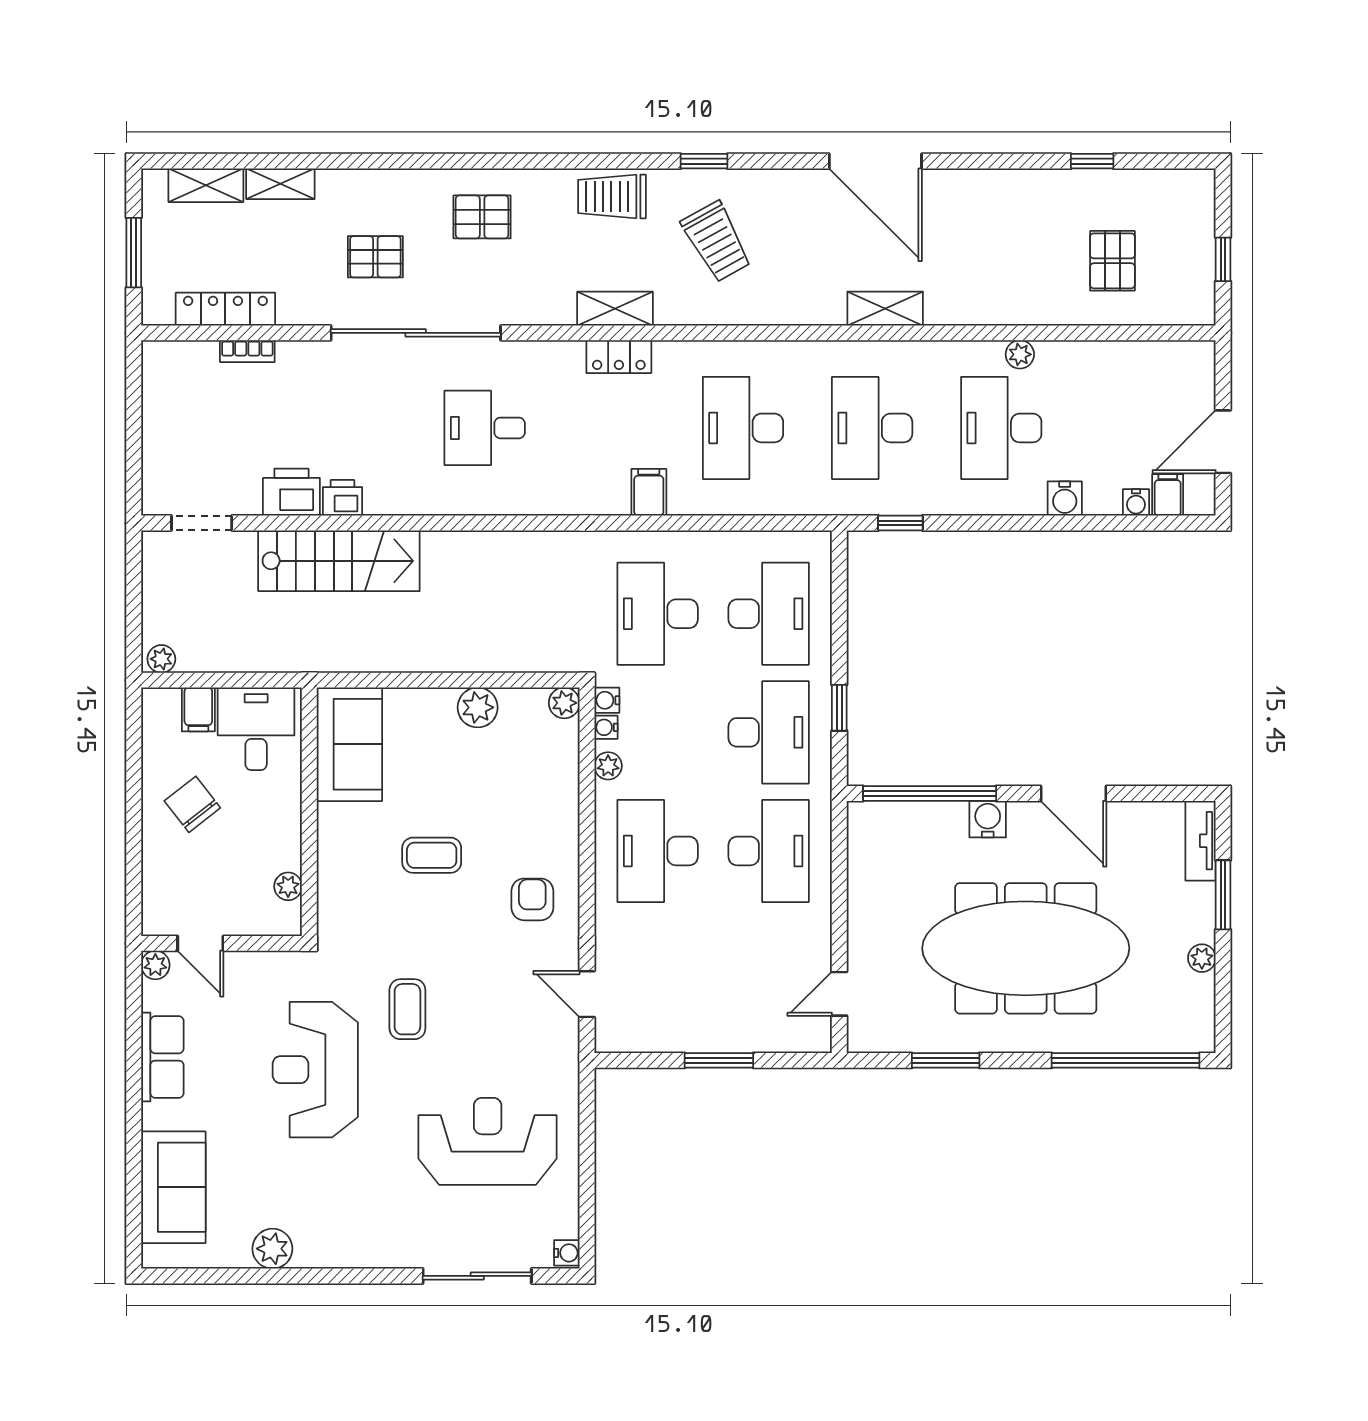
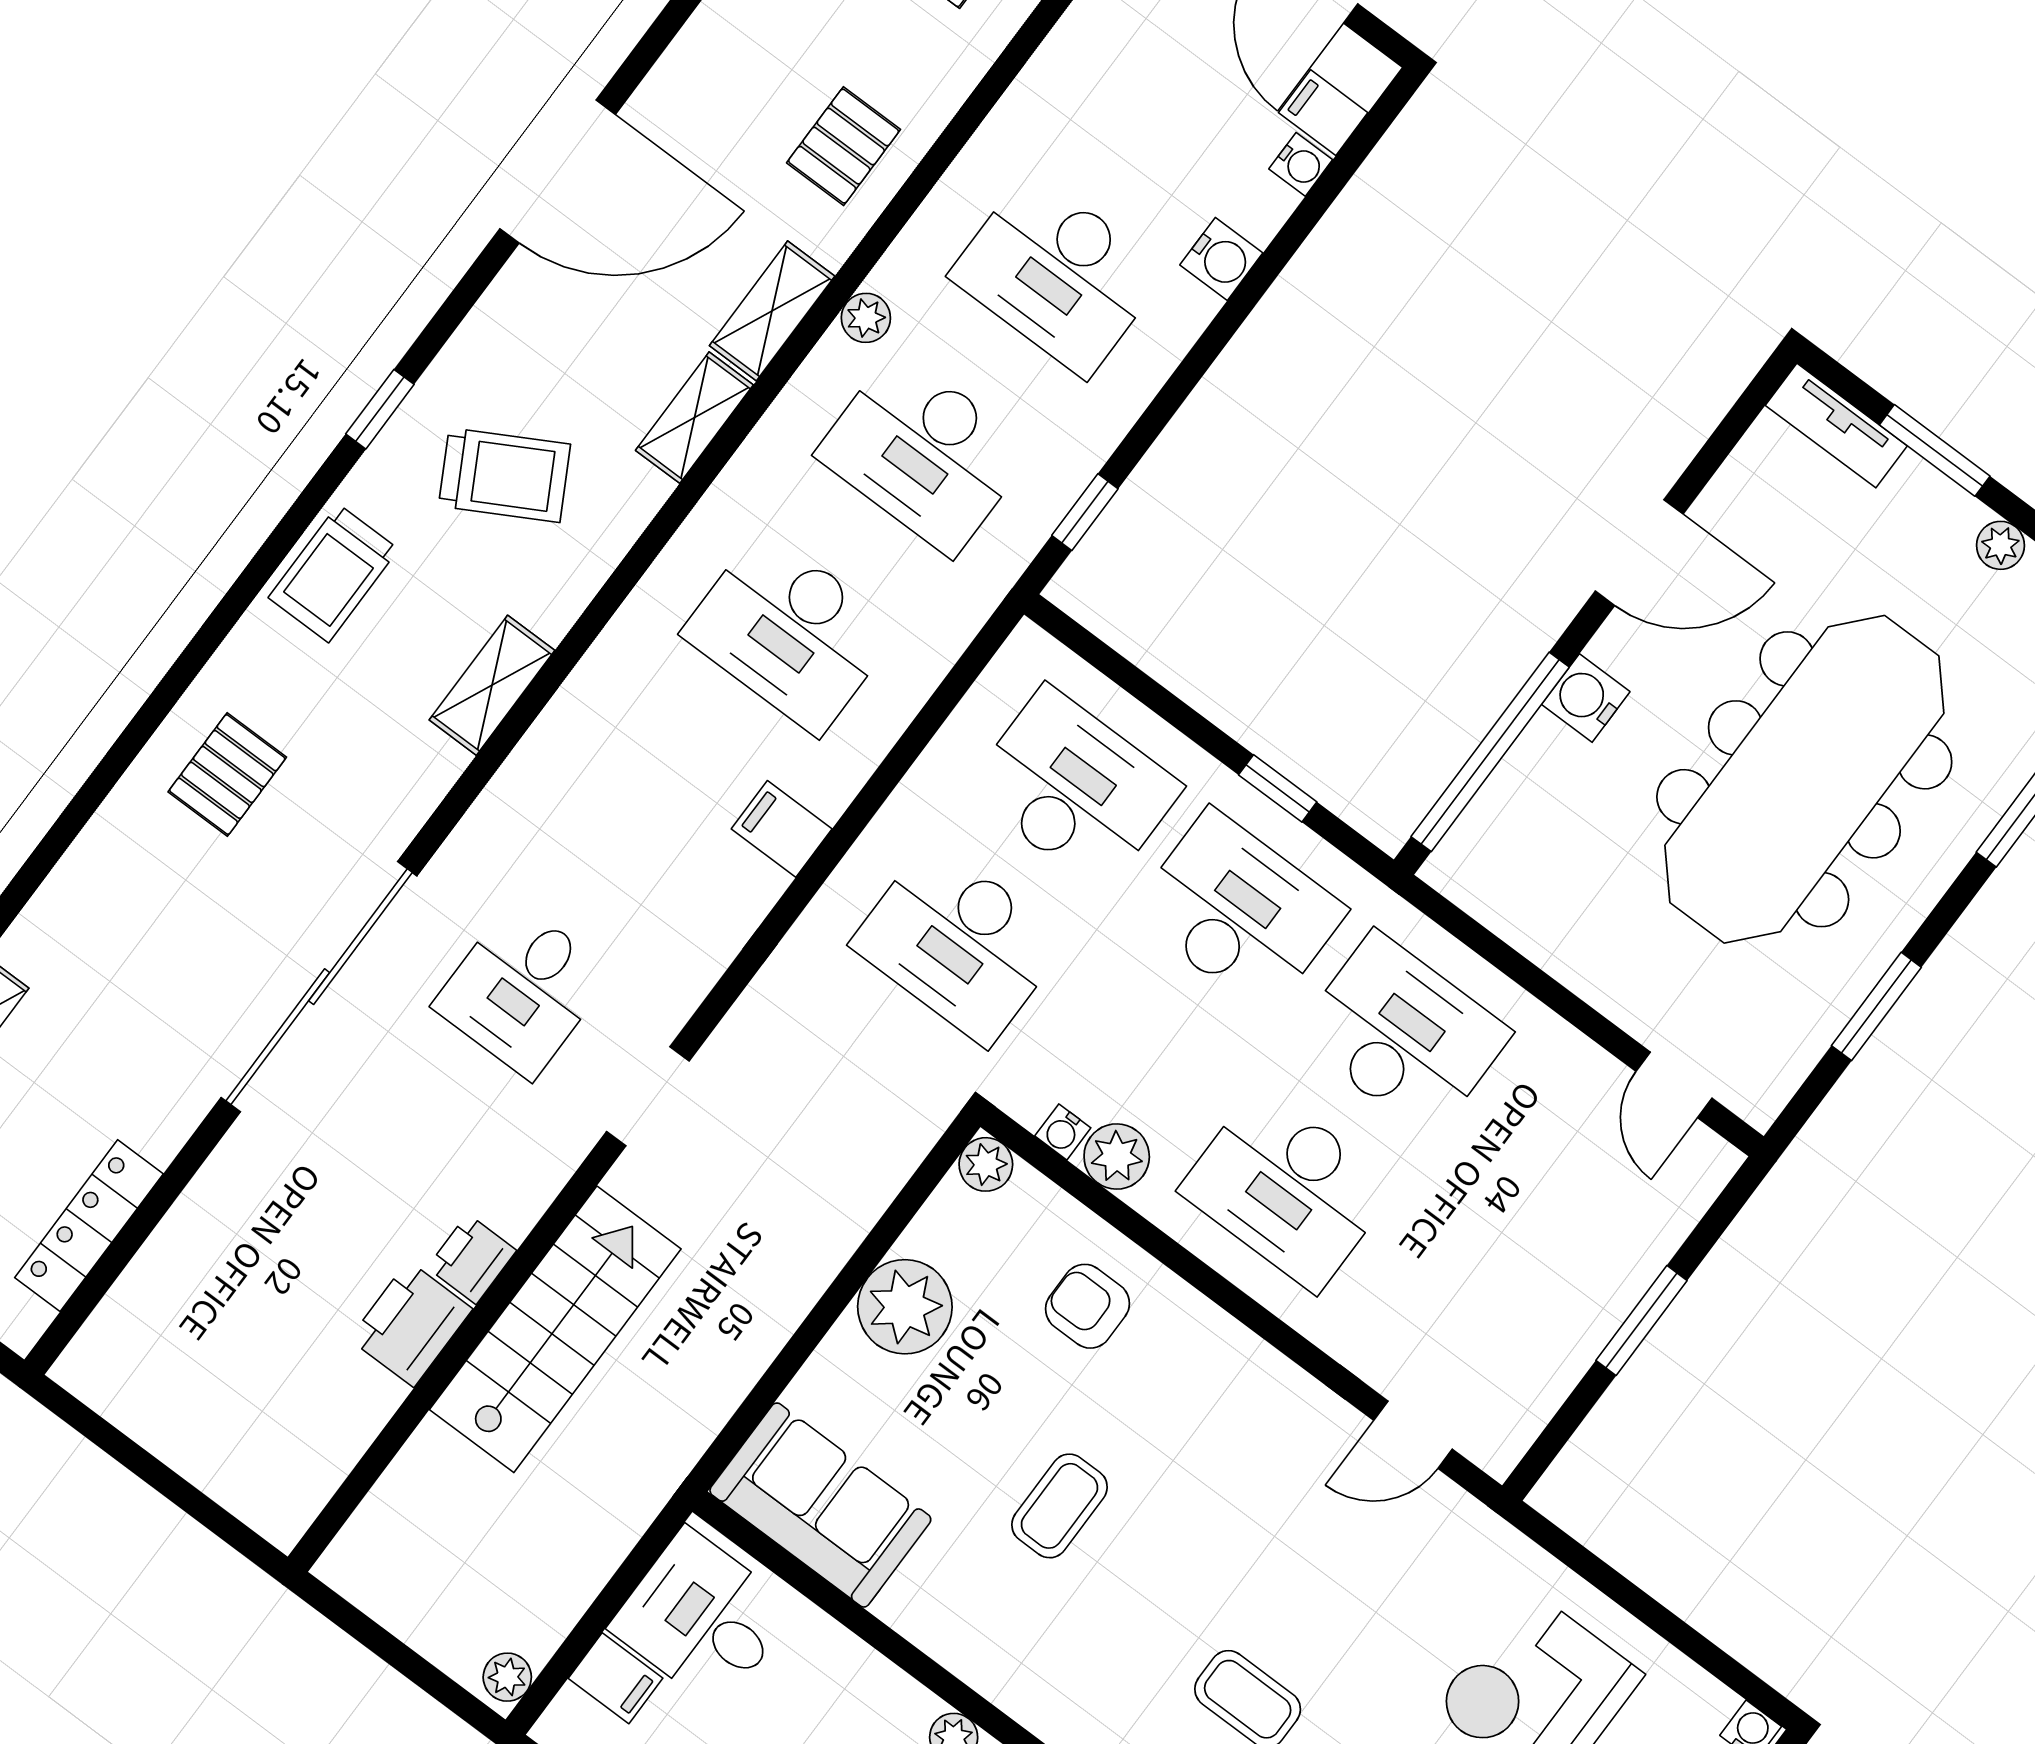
pallet: (375, 257) -> (844, 146), moved
shelving: (809, 310) -> (694, 418), added
bookcase: (247, 351) -> (170, 1239), removed
plant: (1020, 354) -> (866, 318), moved
locker: (619, 357) -> (563, 730), removed
doorway: (202, 523) -> (648, 1096), moved
water cooler: (607, 700) -> (1026, 1103), removed
plant: (478, 707) -> (905, 1307), width x1.36, depth x1.36
plant: (608, 766) -> (1117, 1156), width x1.38, depth x1.38
armchair: (532, 899) -> (1087, 1306), moved

